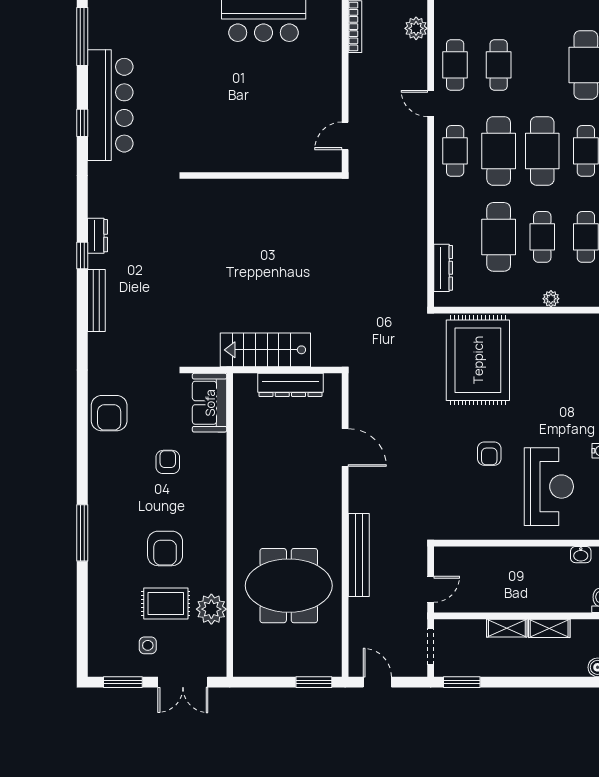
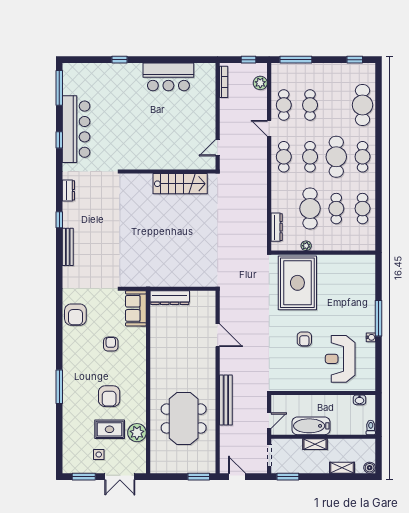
cafe table: (499, 151) -> (310, 157), width x0.73, depth x0.74
dresser: (98, 236) -> (68, 190), moved
plant: (551, 299) -> (306, 246), moved
stairs: (265, 350) -> (180, 184), moved, turned 180
dresser: (290, 385) -> (170, 298), moved
reception desk: (549, 487) -> (340, 359), turned 180
meeting table: (289, 586) -> (184, 419), turned 90
bathtub: (500, 598) -> (311, 426), added
shelving: (549, 628) -> (342, 468), moved

